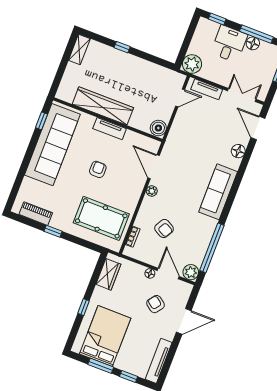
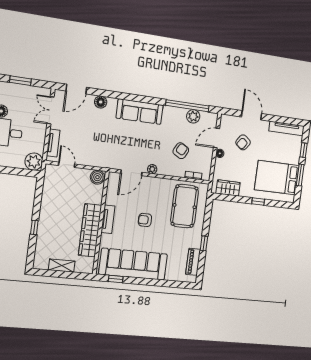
shelving: (79, 50) -> (62, 266), moved
plant: (191, 272) -> (193, 116), moved

